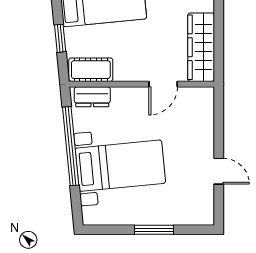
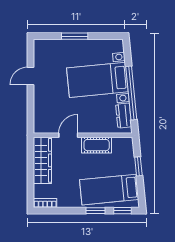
cot: (91, 70) -> (97, 145), moved
dresser: (92, 97) -> (124, 116), moved, turned -96
door: (219, 171) -> (31, 76), hinge flipped

